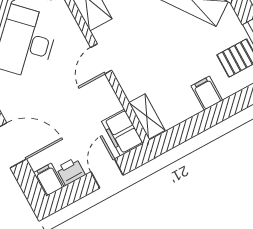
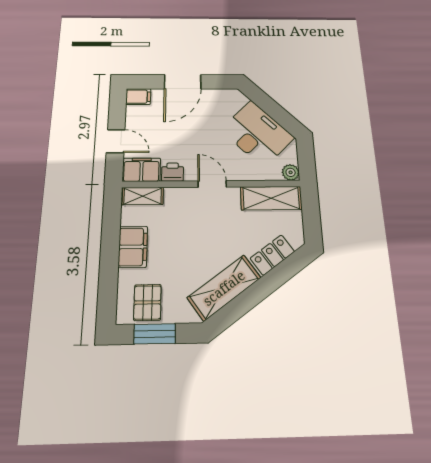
filing cabinet: (207, 93) -> (133, 247), width x2.00
printer: (71, 171) -> (173, 172), moved, turned -90

